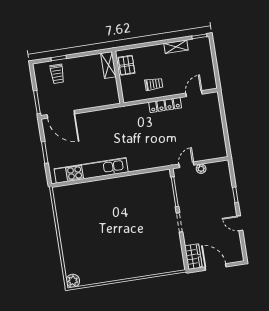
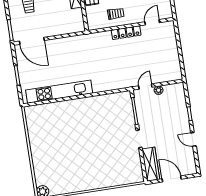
wardrobe: (193, 257) -> (151, 164), width x1.50

